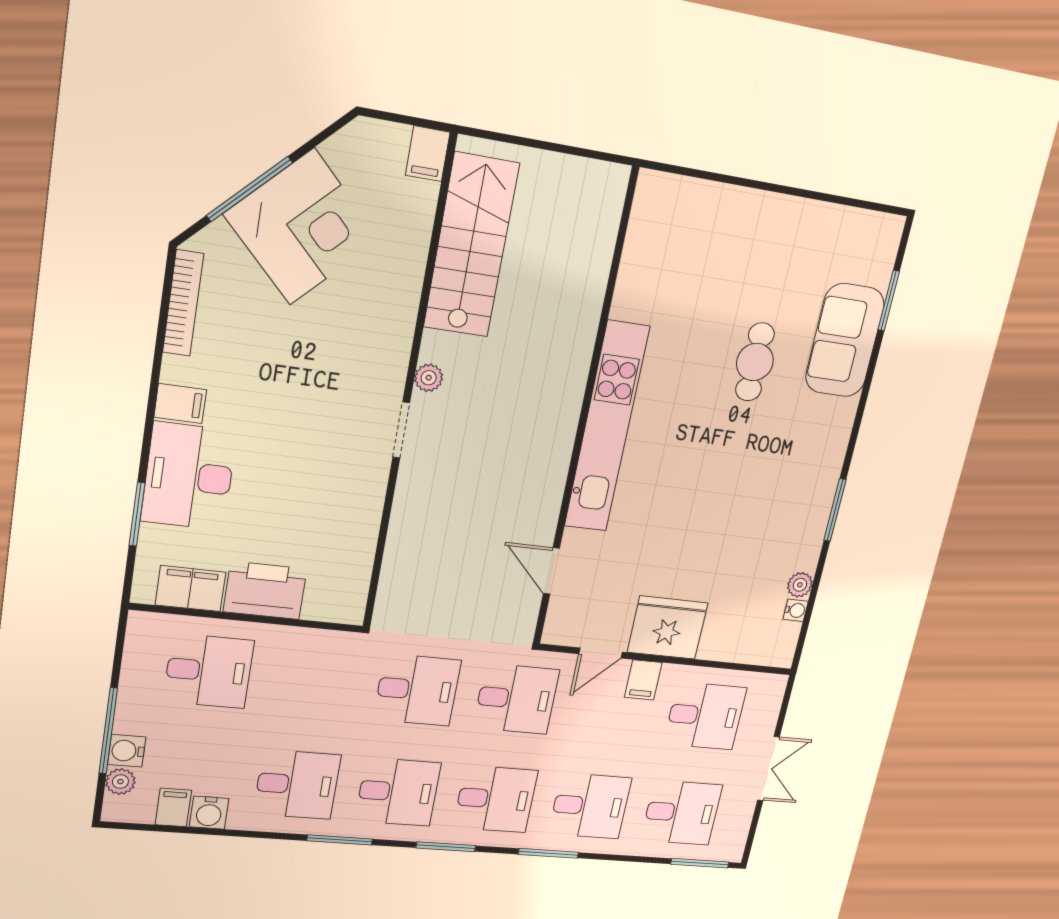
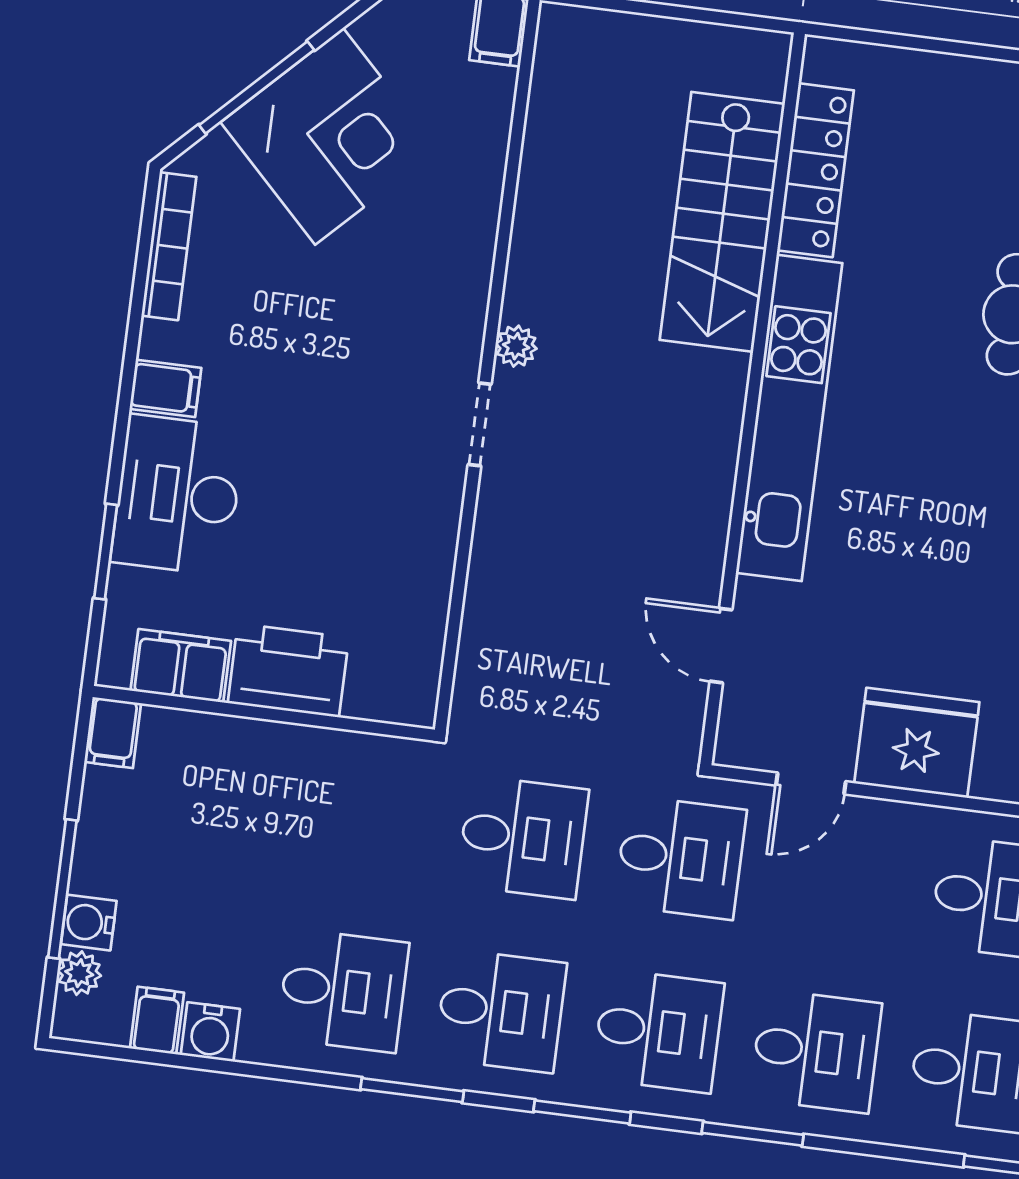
stairs: (471, 246) -> (722, 222), moved, turned 180
locker: (638, 263) -> (816, 170), added
desk: (209, 671) -> (208, 797), removed
filing cabinet: (643, 680) -> (113, 733), moved

